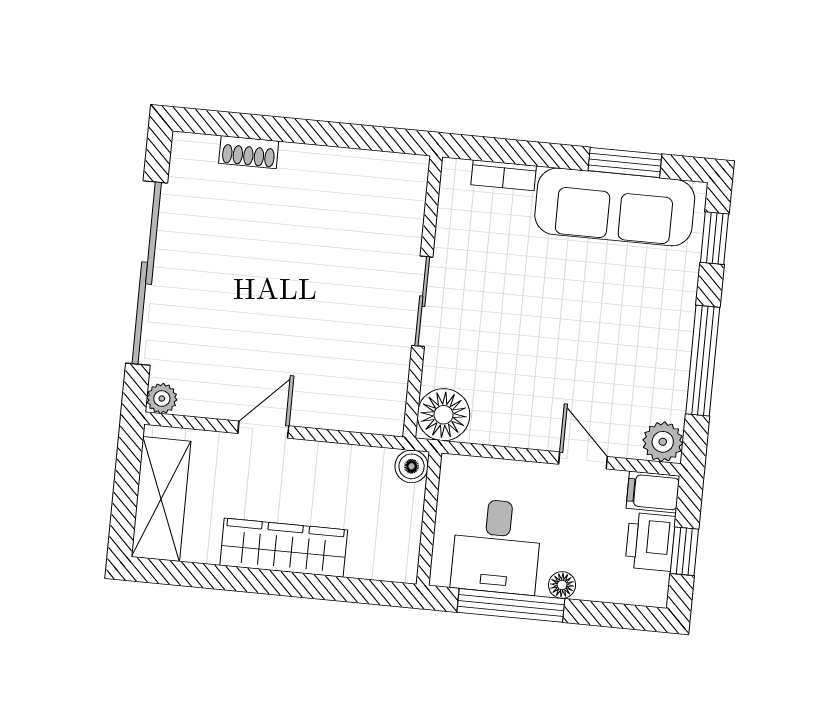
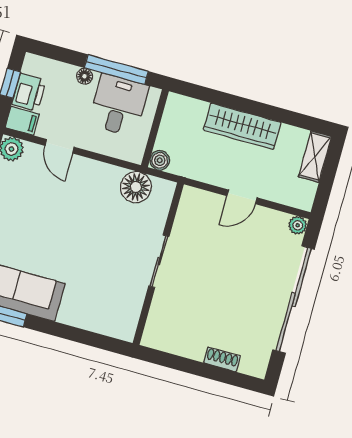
bookcase: (504, 175) -> (77, 320), removed
wall: (423, 297) -> (158, 264), moved
sliding door: (422, 301) -> (159, 261), moved
shelving: (161, 499) -> (315, 156), width x0.67, depth x0.75

